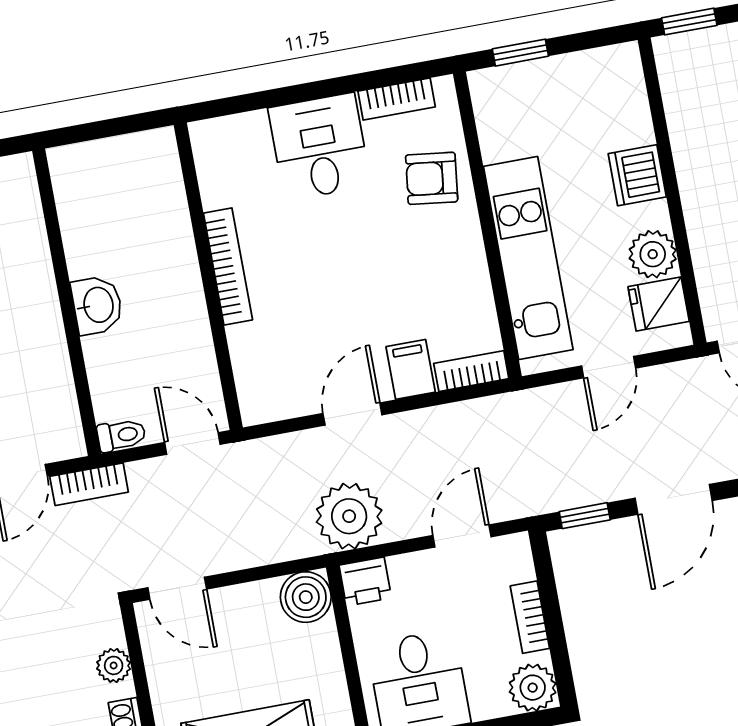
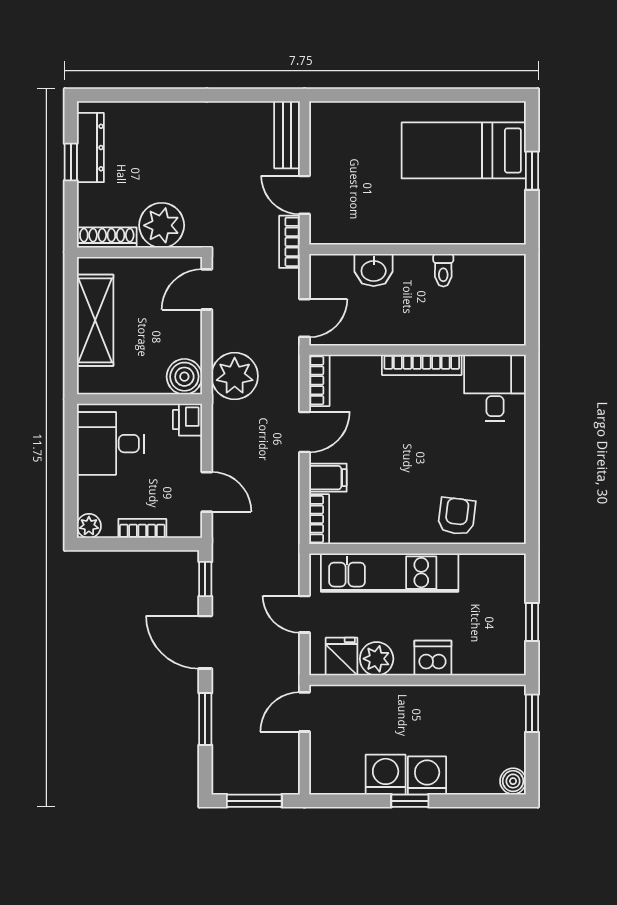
window: (520, 53) -> (532, 622), moved
bookcase: (397, 99) -> (319, 380), moved, turned 180
desk: (319, 147) -> (495, 388), moved, turned -90
washbasin: (97, 305) -> (374, 270), moved
door: (352, 414) -> (304, 432), hinge flipped
toilet: (121, 435) -> (443, 270), moved
plant: (349, 516) -> (235, 376), moved
plant: (114, 665) -> (162, 225), width x1.87, depth x1.87
plant: (533, 688) -> (89, 526), width x0.73, depth x0.73

